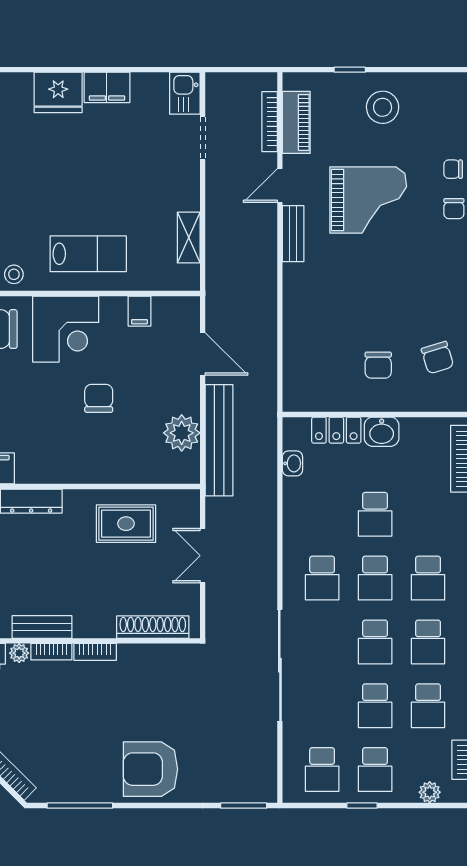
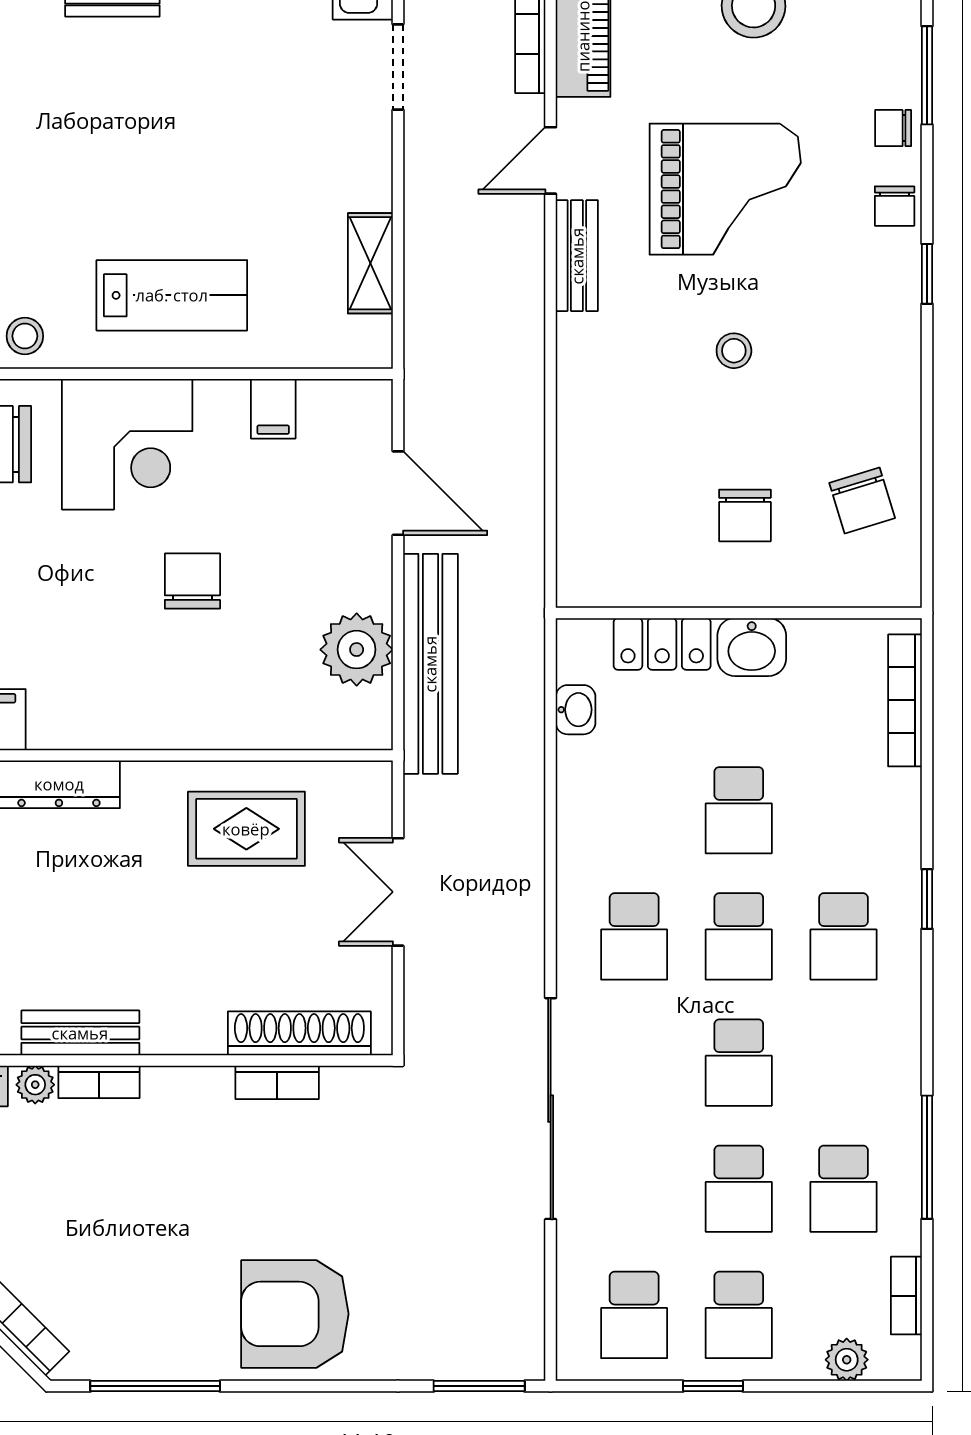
stool: (373, 282) -> (734, 351), added
school desk: (428, 642) -> (843, 1063), removed
bookcase: (95, 652) -> (277, 1082), moved

